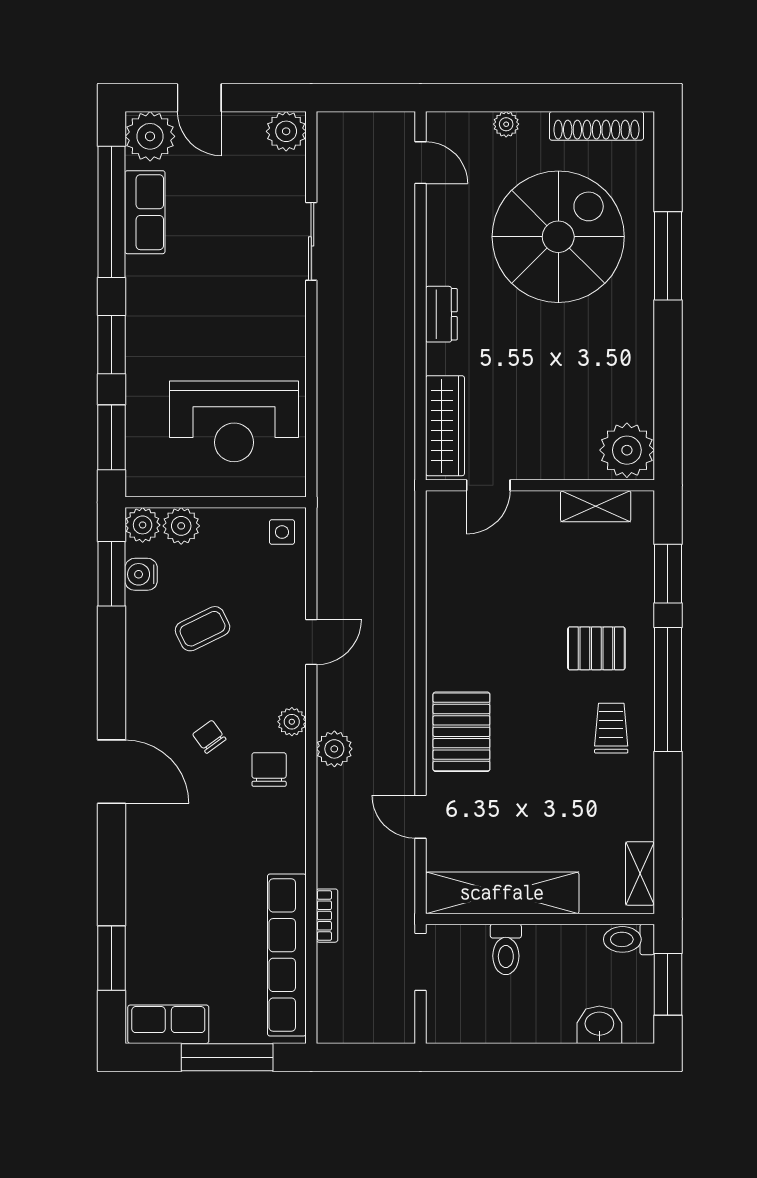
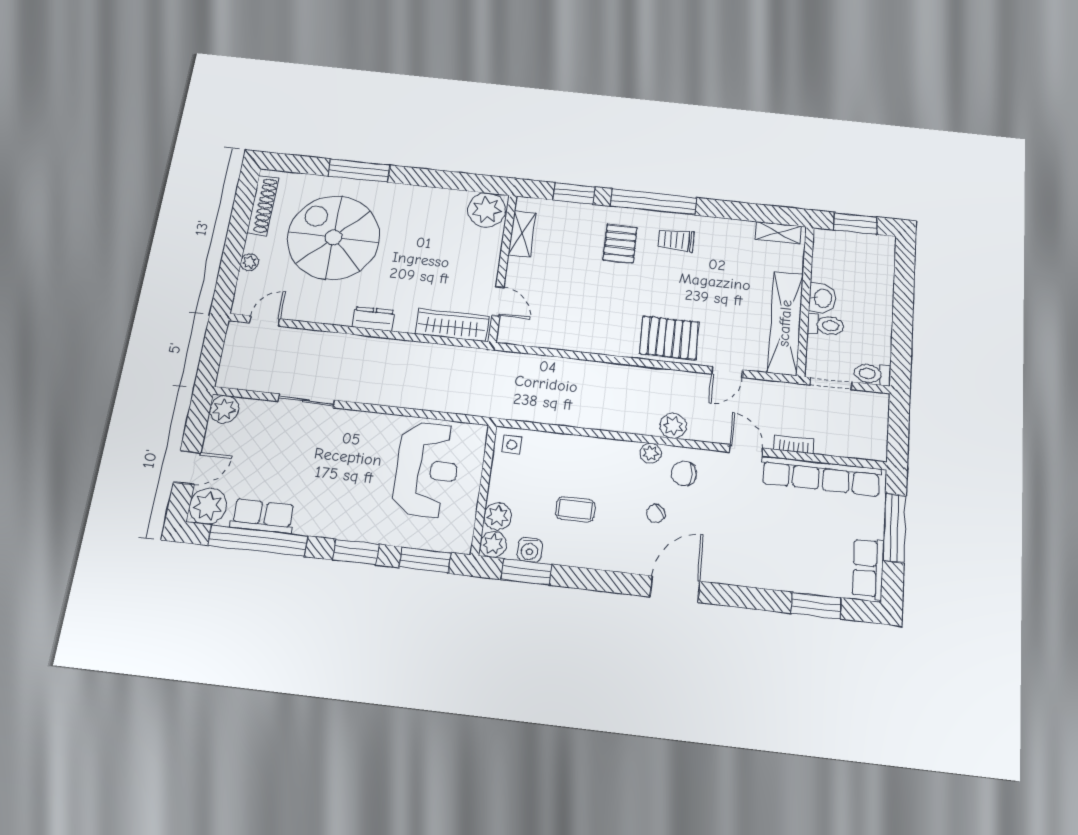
coffee table: (203, 629) -> (575, 509), turned -64
door: (311, 642) -> (746, 450), moved
toilet: (629, 939) -> (872, 374), moved, turned 90
washbasin: (599, 1025) -> (822, 298), moved, turned 180

